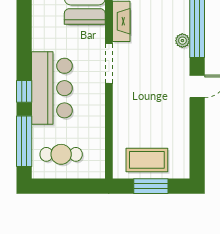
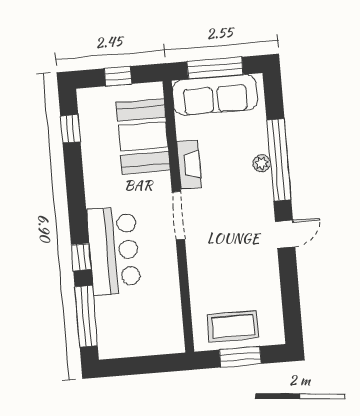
plant: (182, 41) -> (262, 163), moved
cafe table: (61, 154) -> (131, 328), removed

